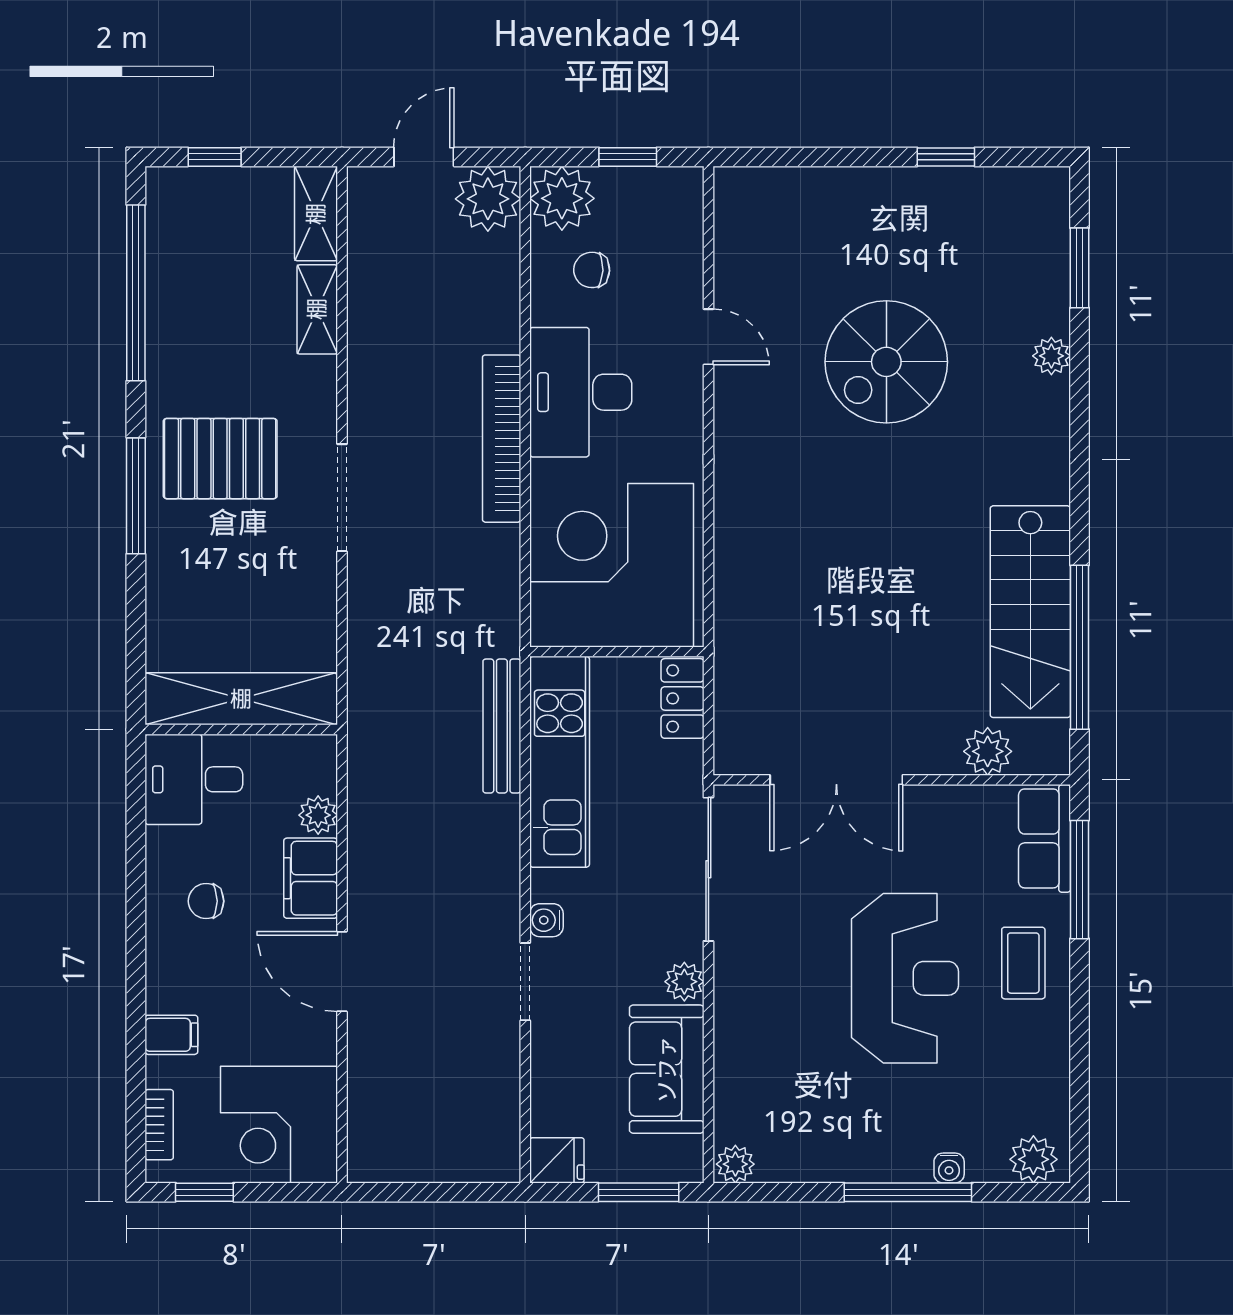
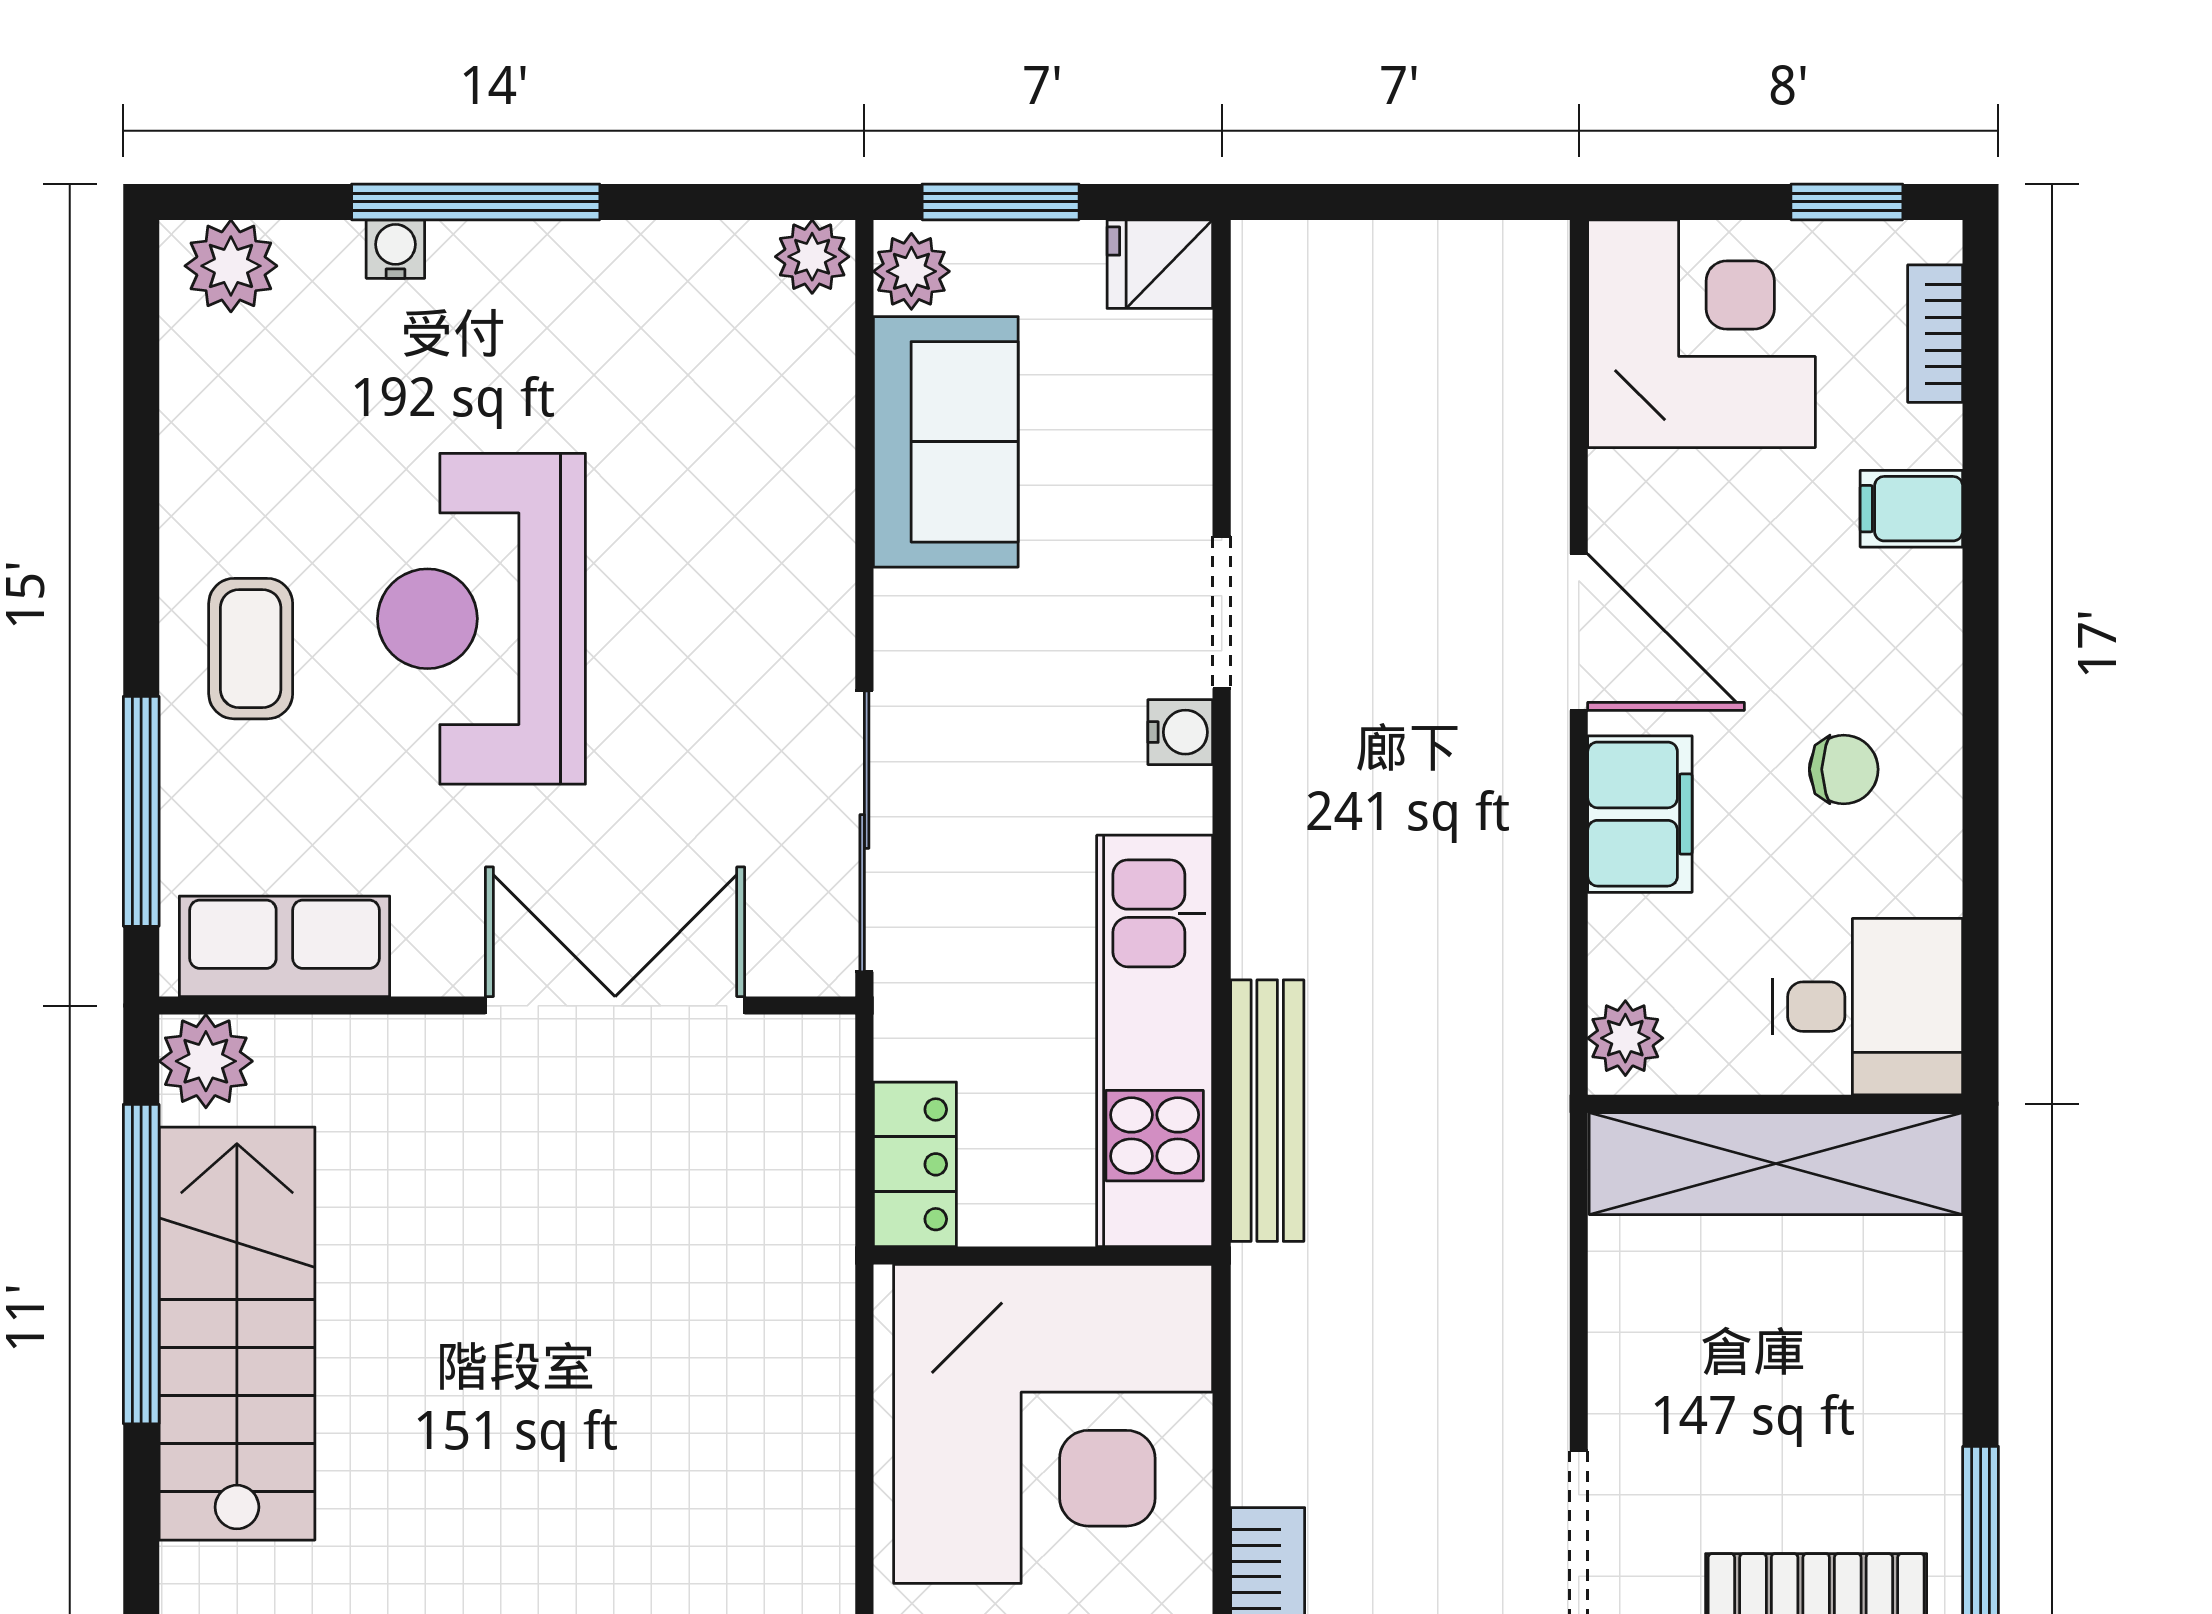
plant: (988, 751) -> (206, 1061), moved
plant: (318, 815) -> (1625, 1038), moved
row of seats: (1045, 838) -> (284, 946), moved, turned -90
plant: (684, 982) -> (911, 271), moved

